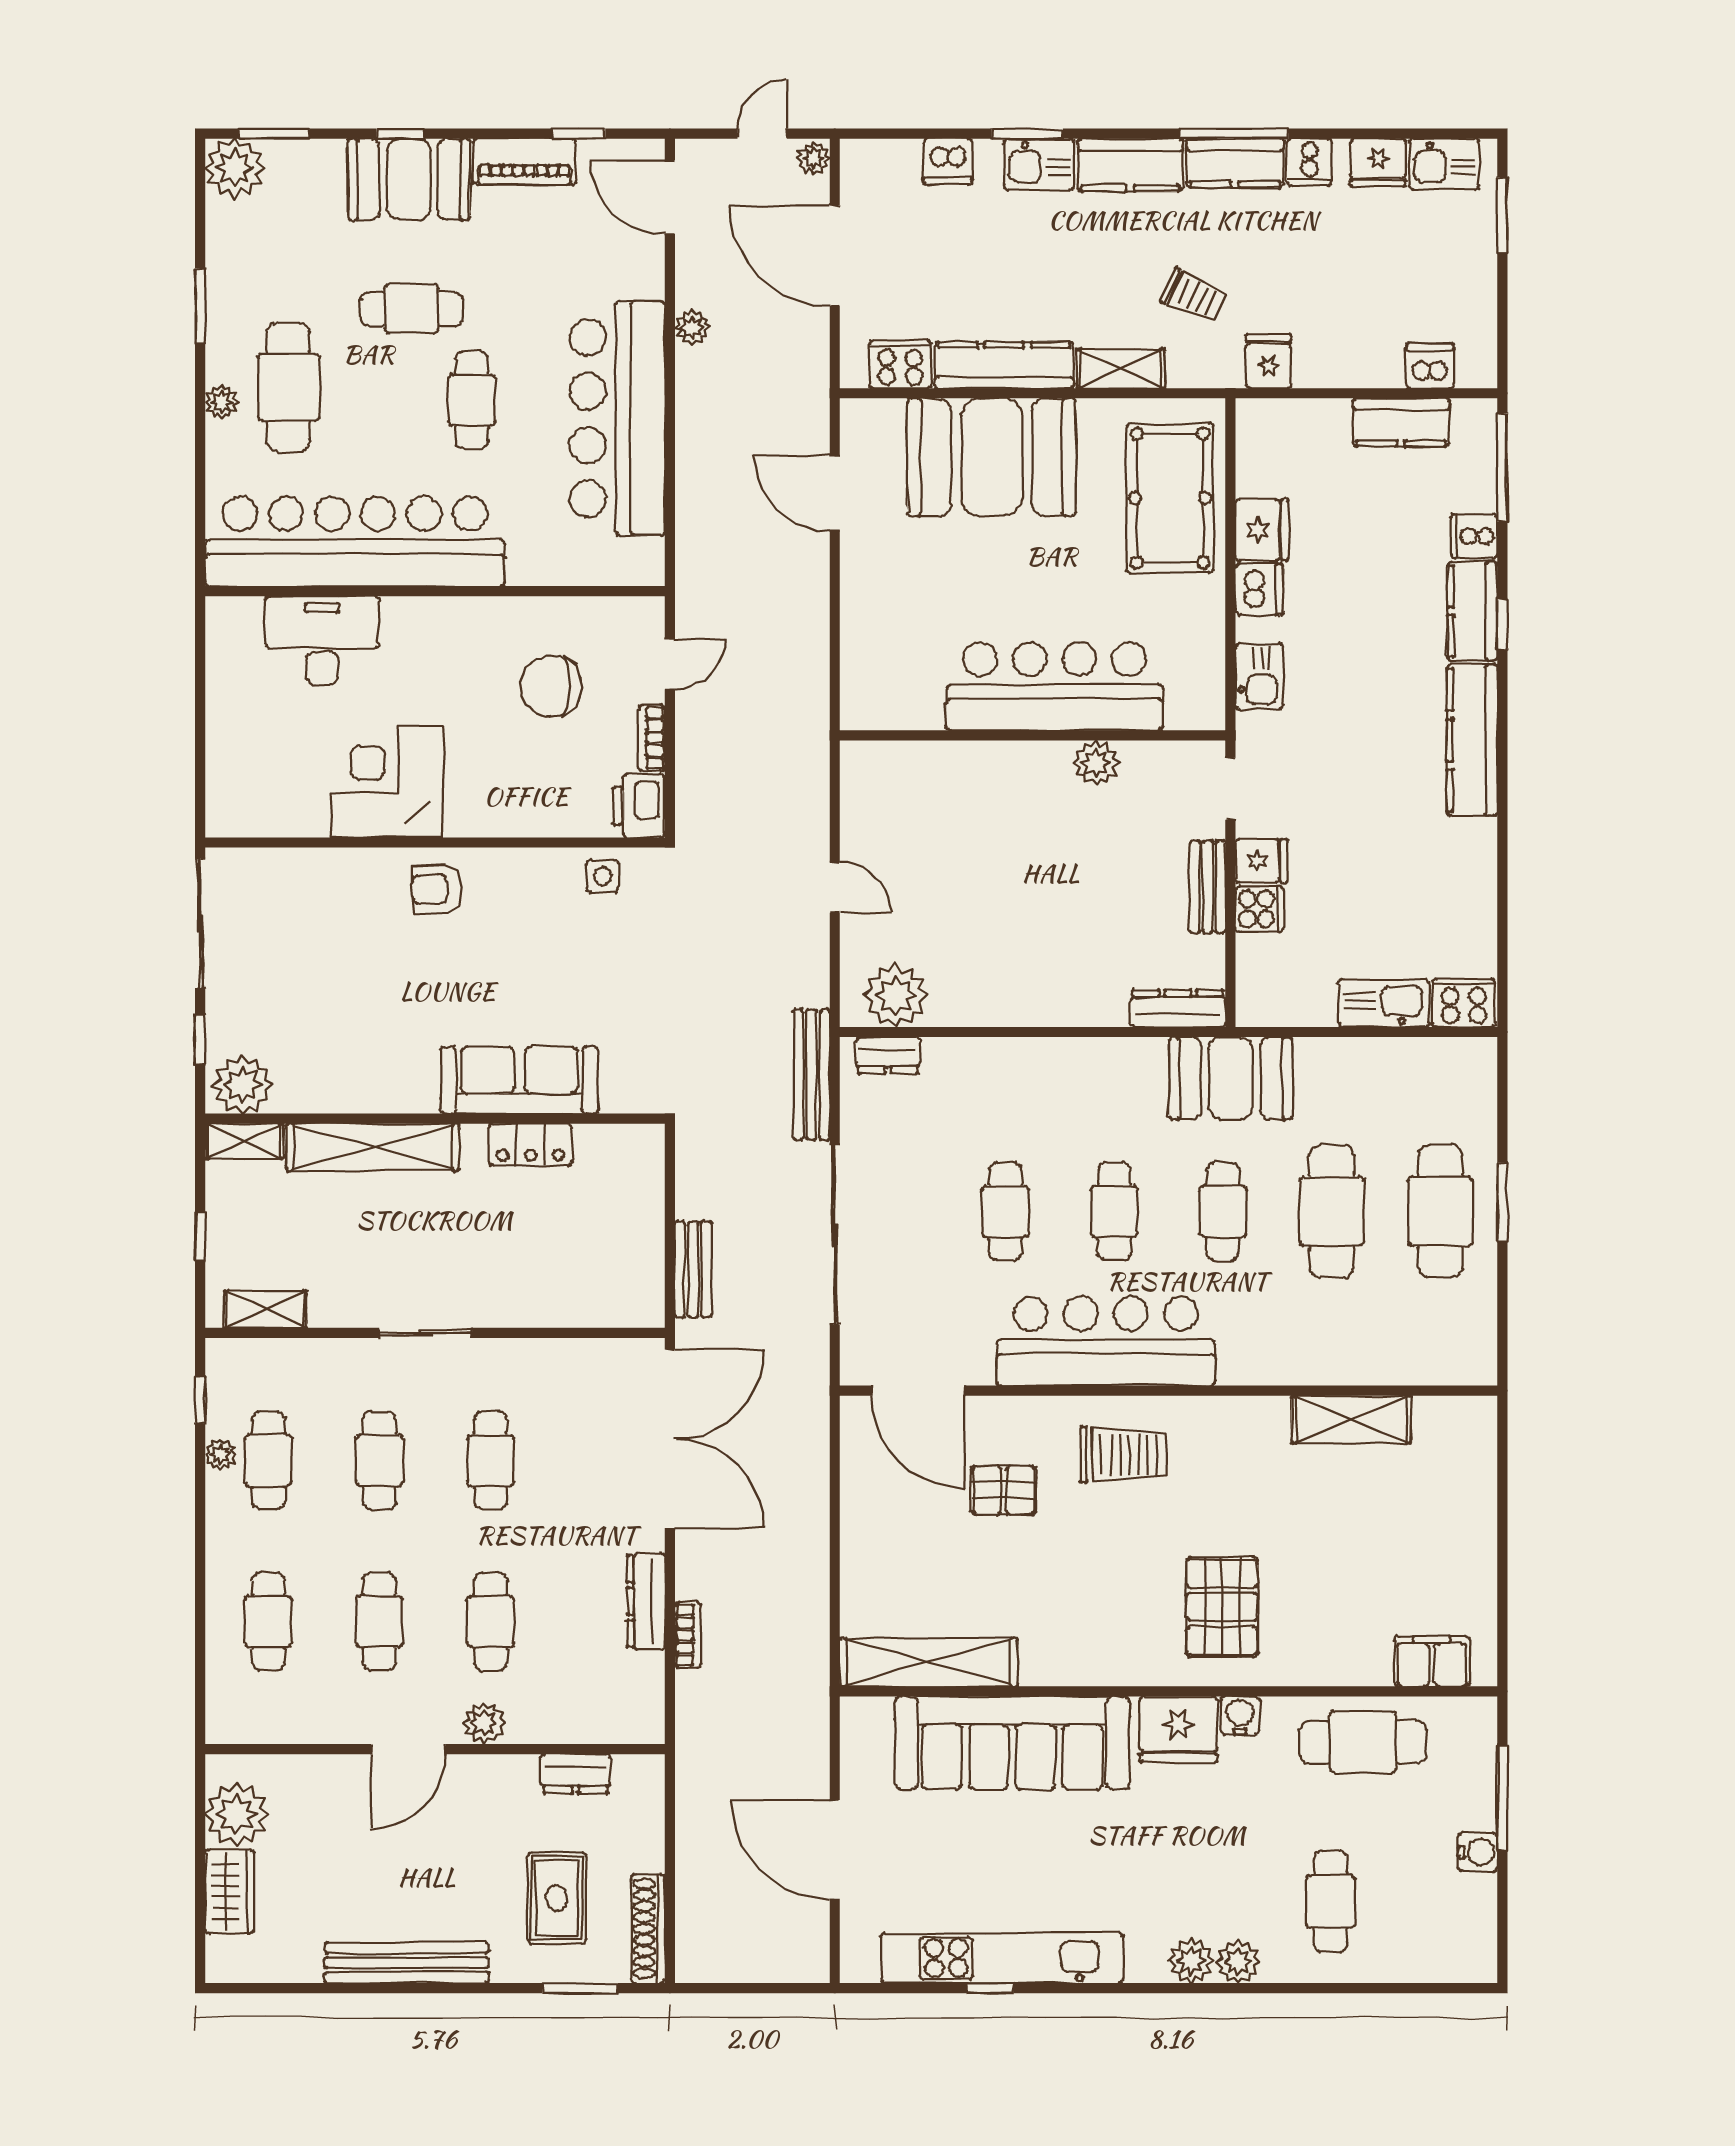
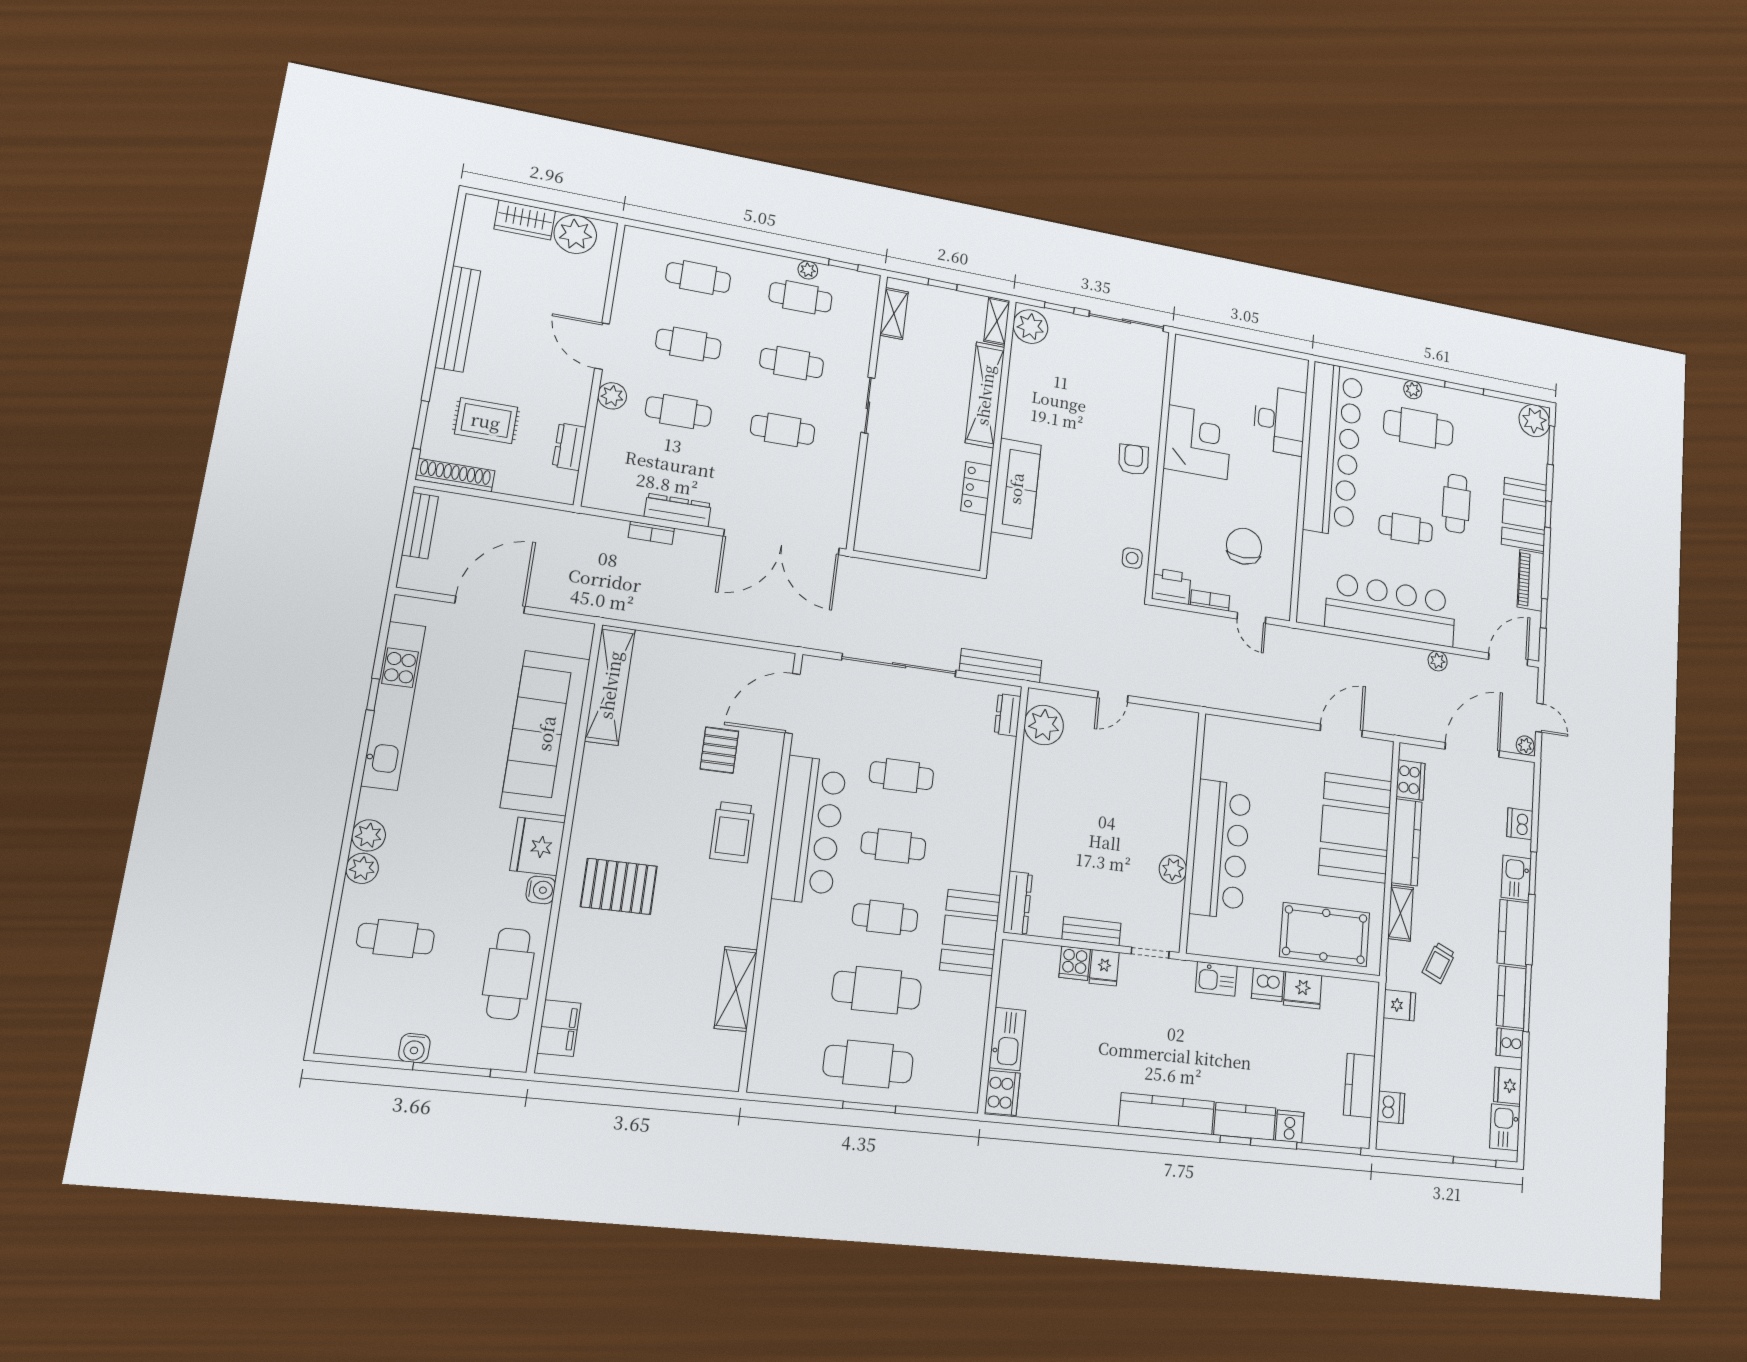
bench: (693, 1269) -> (420, 526), moved, turned 90

